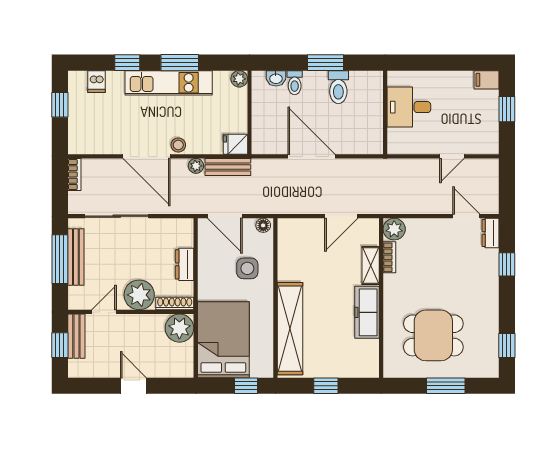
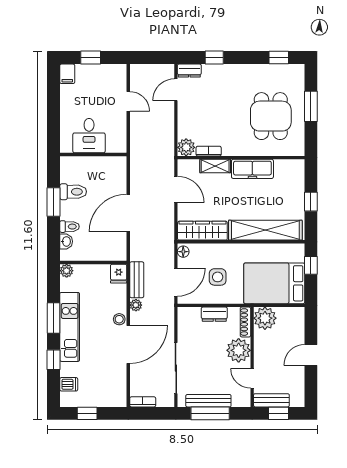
wardrobe: (289, 250) -> (202, 231), added
side table: (247, 268) -> (218, 277), moved

